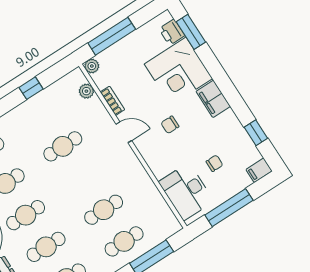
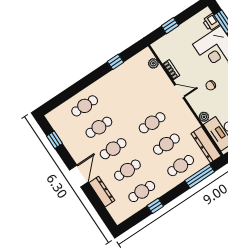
window: (112, 36) -> (170, 26), width x0.46
plant: (92, 66) -> (204, 117), moved
cafe table: (63, 146) -> (152, 123), moved
dresser: (162, 211) -> (206, 145), added

